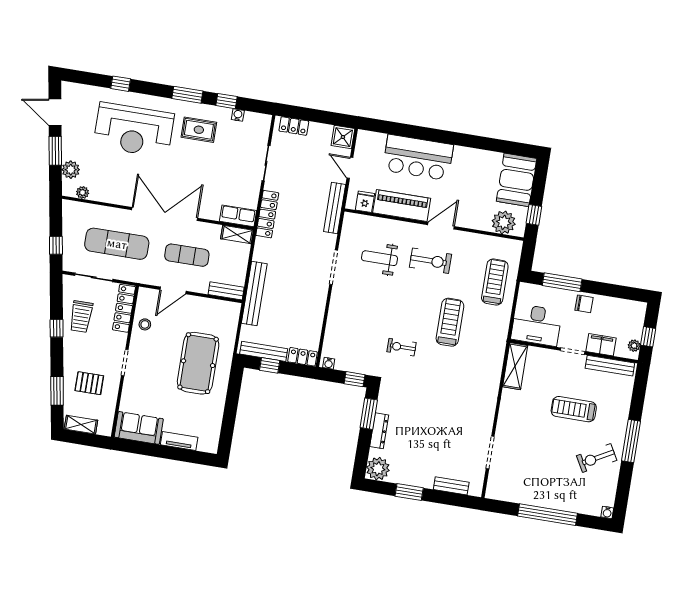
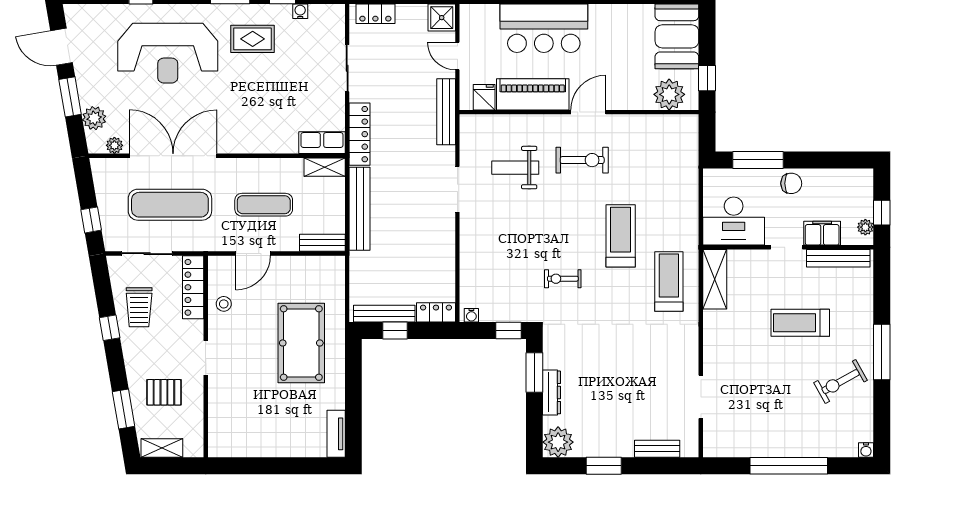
double door: (165, 214) -> (173, 156), moved
treadmill: (495, 282) -> (669, 281), moved
bench: (254, 293) -> (360, 209), moved
sofa: (139, 428) -> (238, 440), removed
tv unit: (179, 441) -> (336, 434), moved, turned -90

